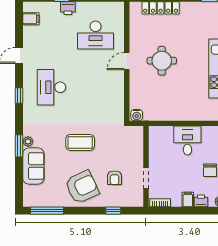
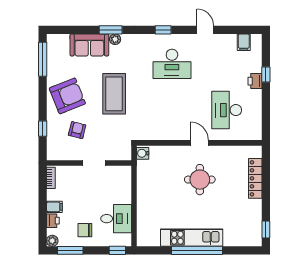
desk: (51, 87) -> (172, 64), turned 180
desk: (187, 141) -> (116, 219), moved
coffee table: (80, 142) -> (114, 94), width x1.36, depth x1.32
armchair: (115, 178) -> (77, 130), turned 104
doorway: (146, 178) -> (94, 163), moved
armchair: (82, 187) -> (67, 96), turned -87

